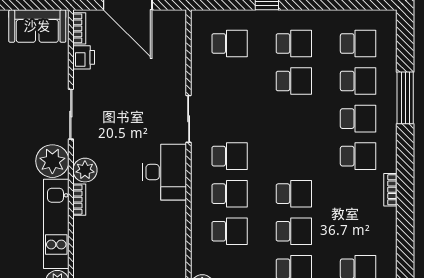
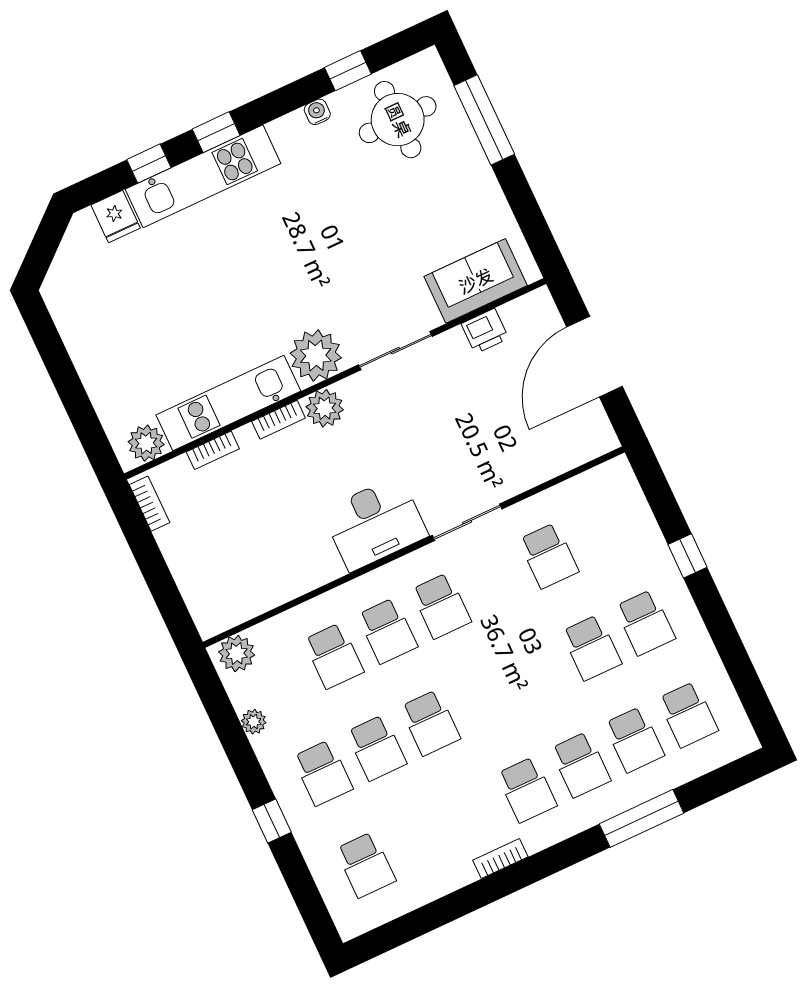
sofa: (37, 26) -> (476, 281), moved, turned 90
bookcase: (79, 28) -> (213, 450), moved
school desk: (230, 44) -> (549, 556), moved

